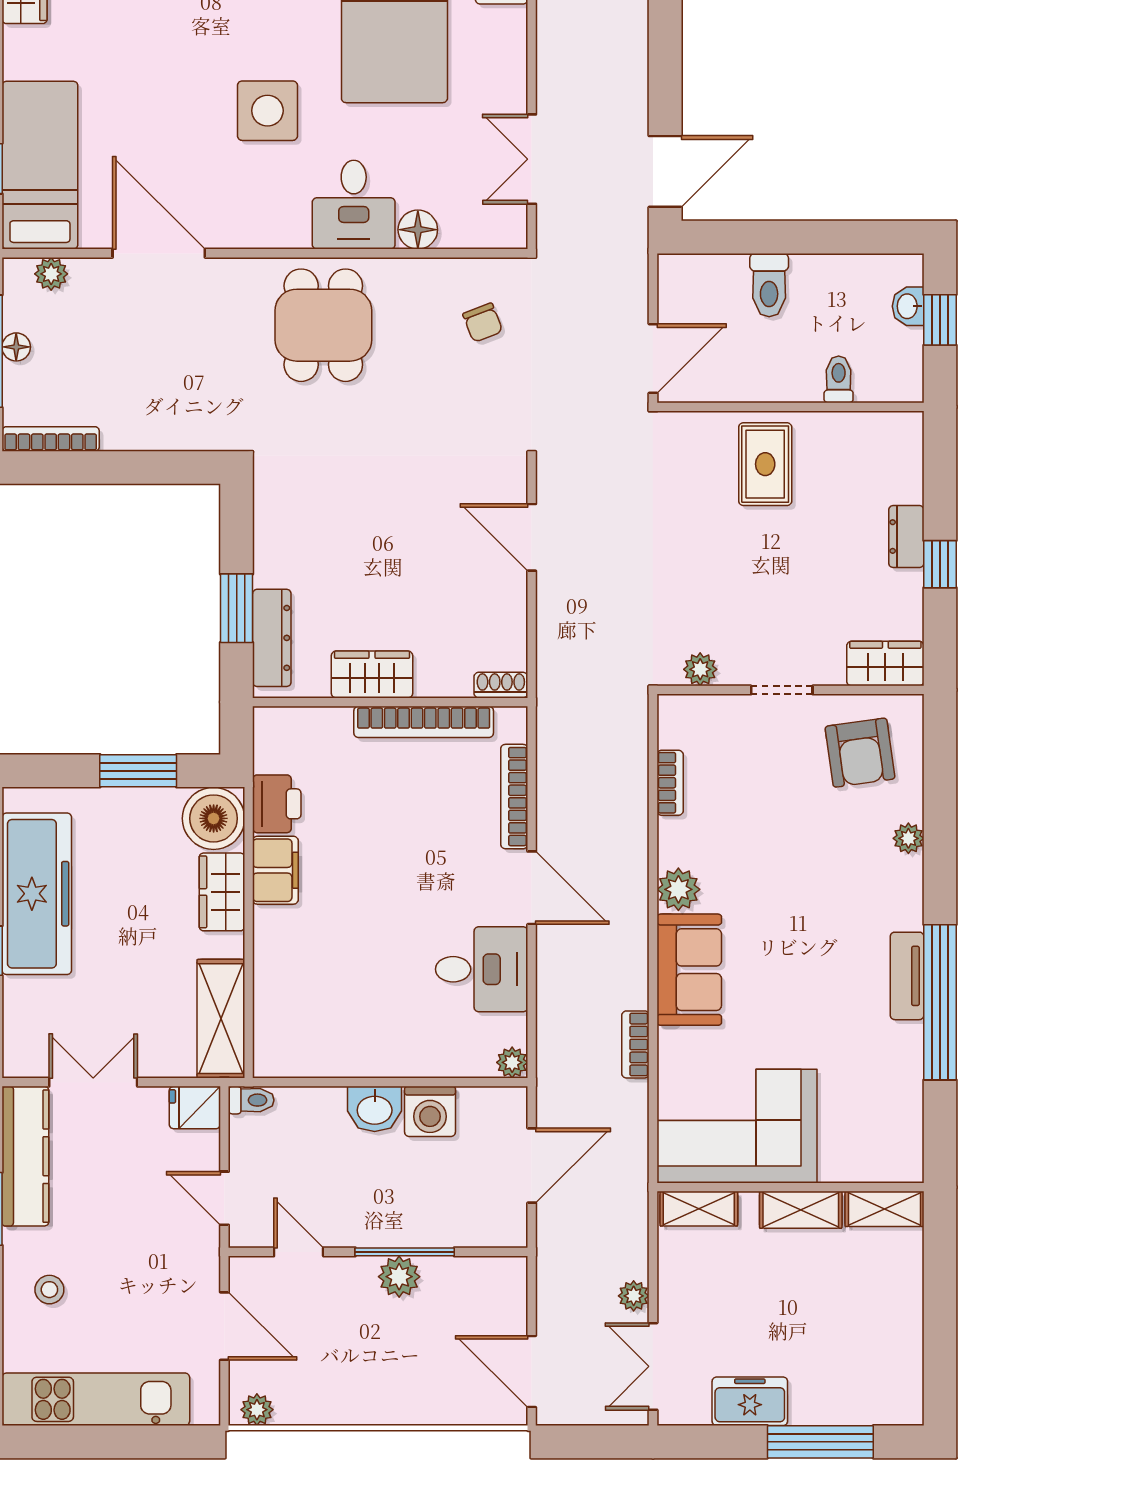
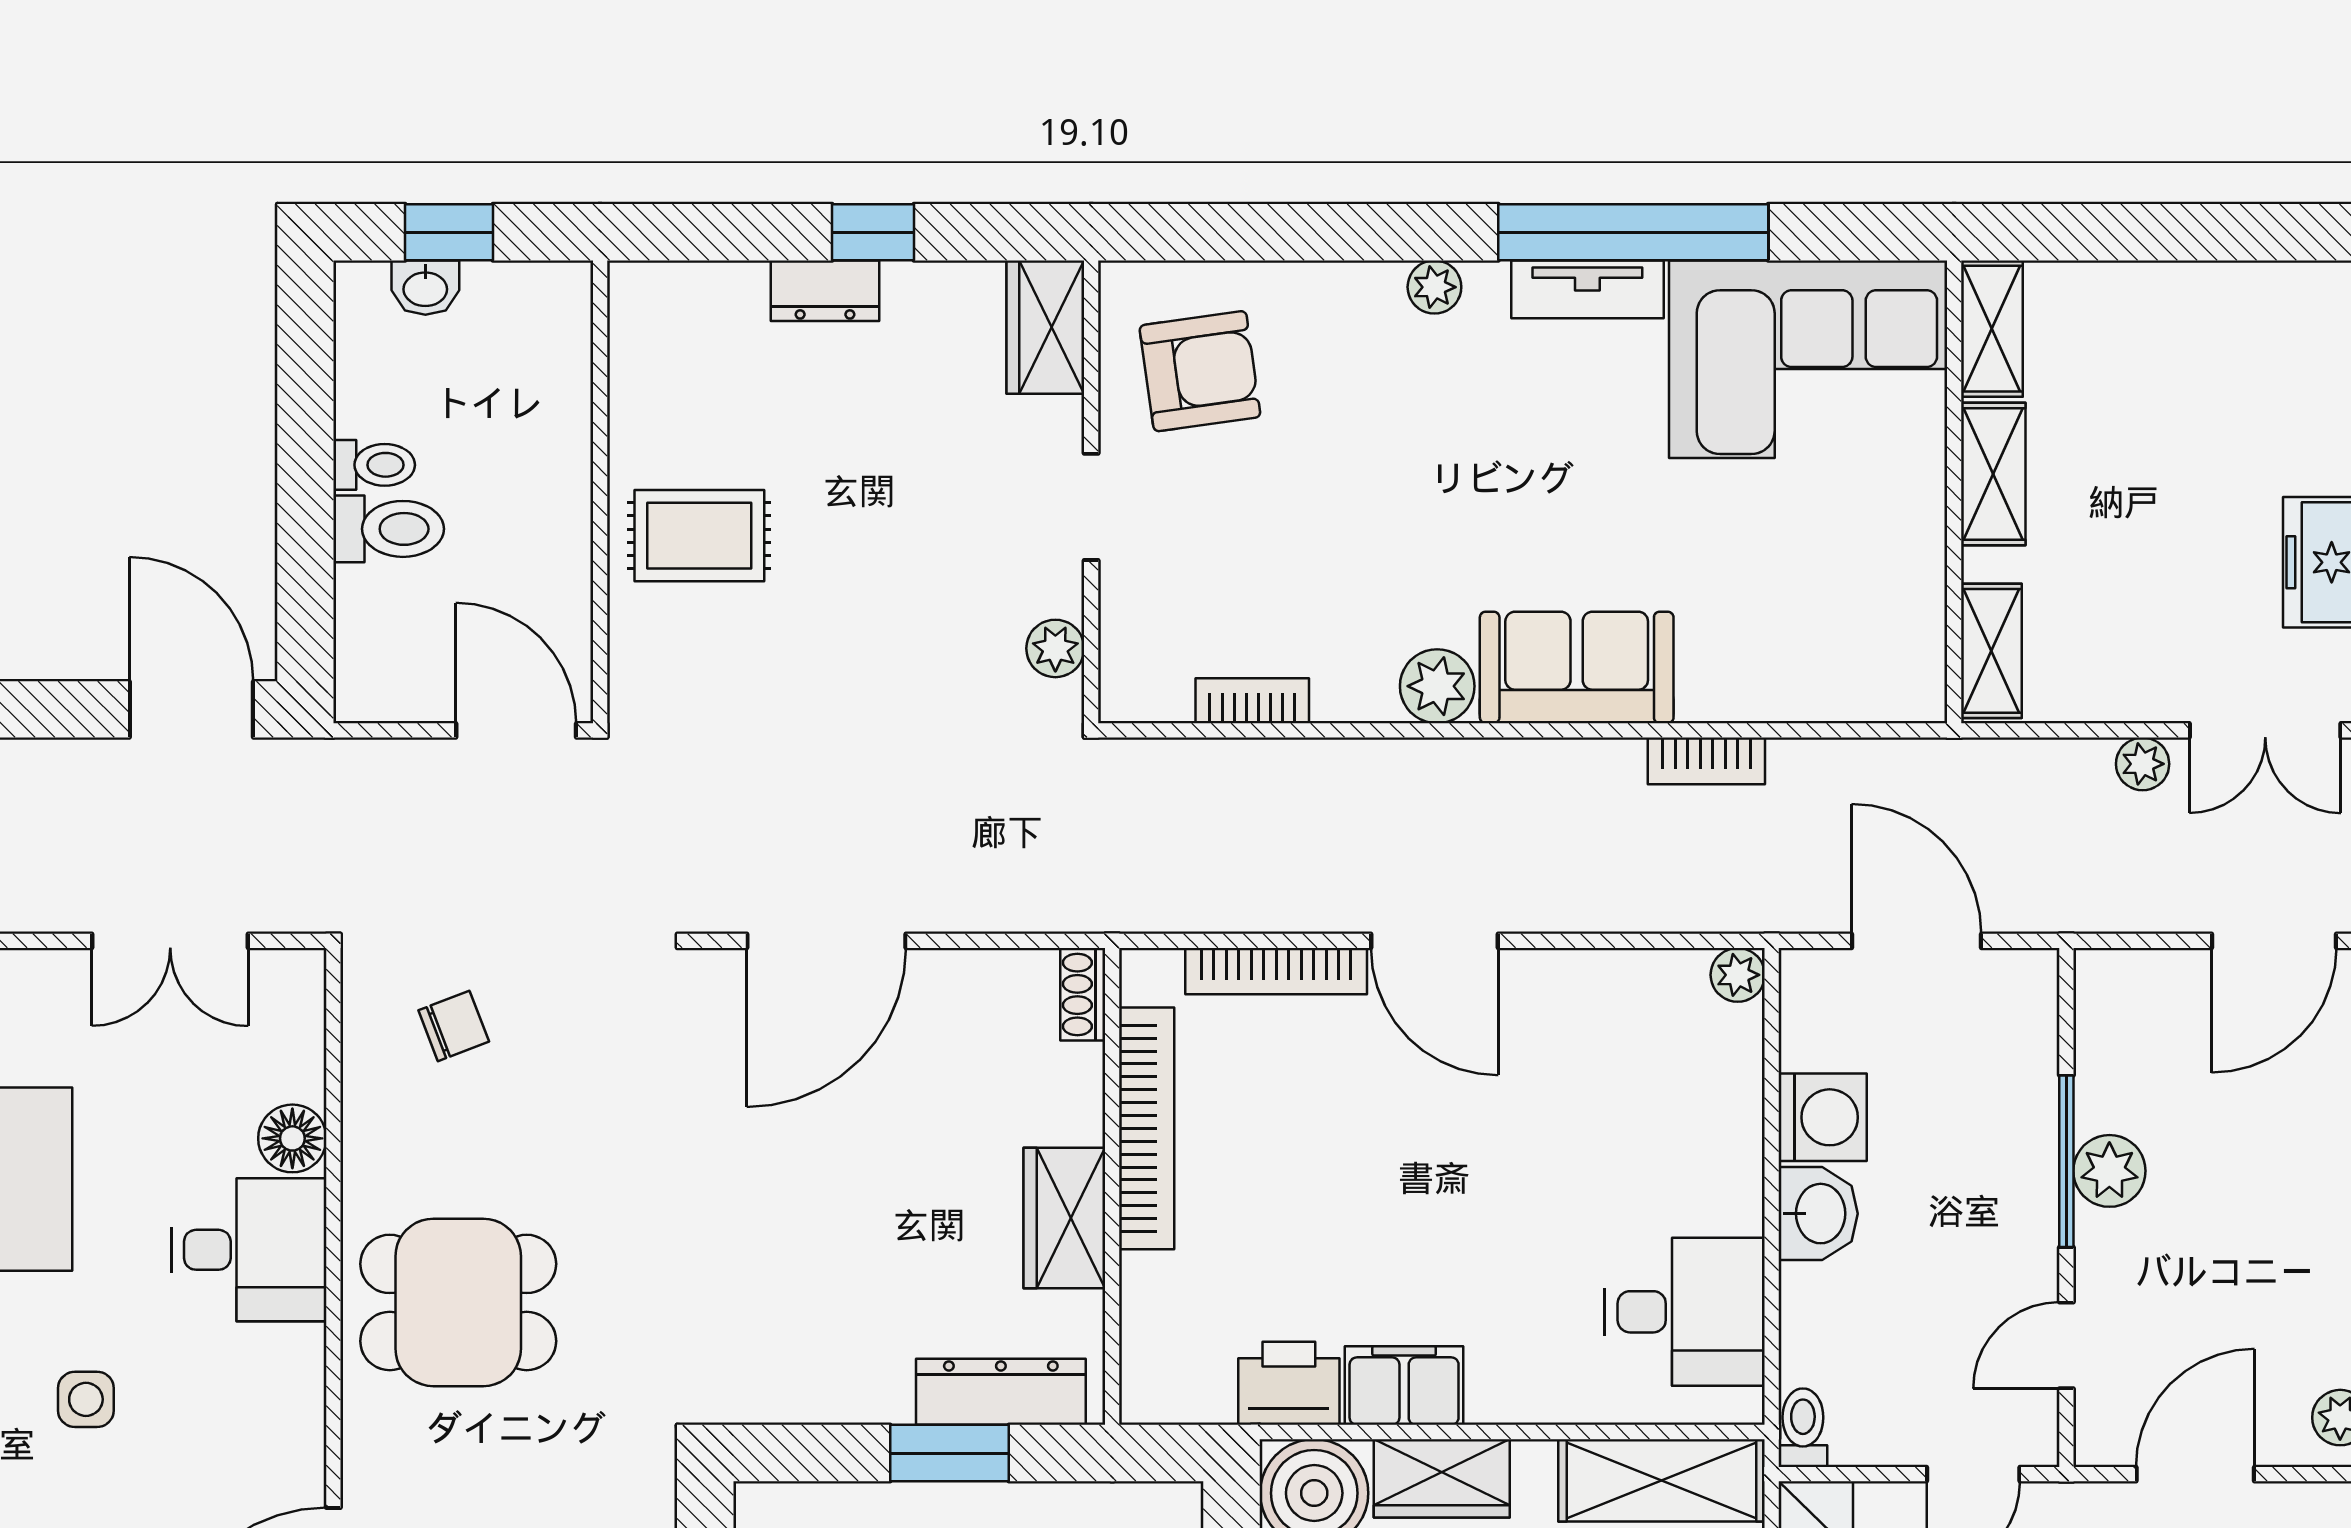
side table: (267, 111) -> (86, 1399), width x0.54, depth x0.54
toilet: (839, 379) -> (374, 465), moved, turned 180
door: (532, 537) -> (826, 941), width x1.36
plant: (908, 838) -> (1434, 287), moved
door: (532, 888) -> (1434, 941), swing flipped
desk: (482, 969) -> (1685, 1312), moved, turned 90
corner sofa: (737, 1126) -> (1808, 359), moved, turned -90

